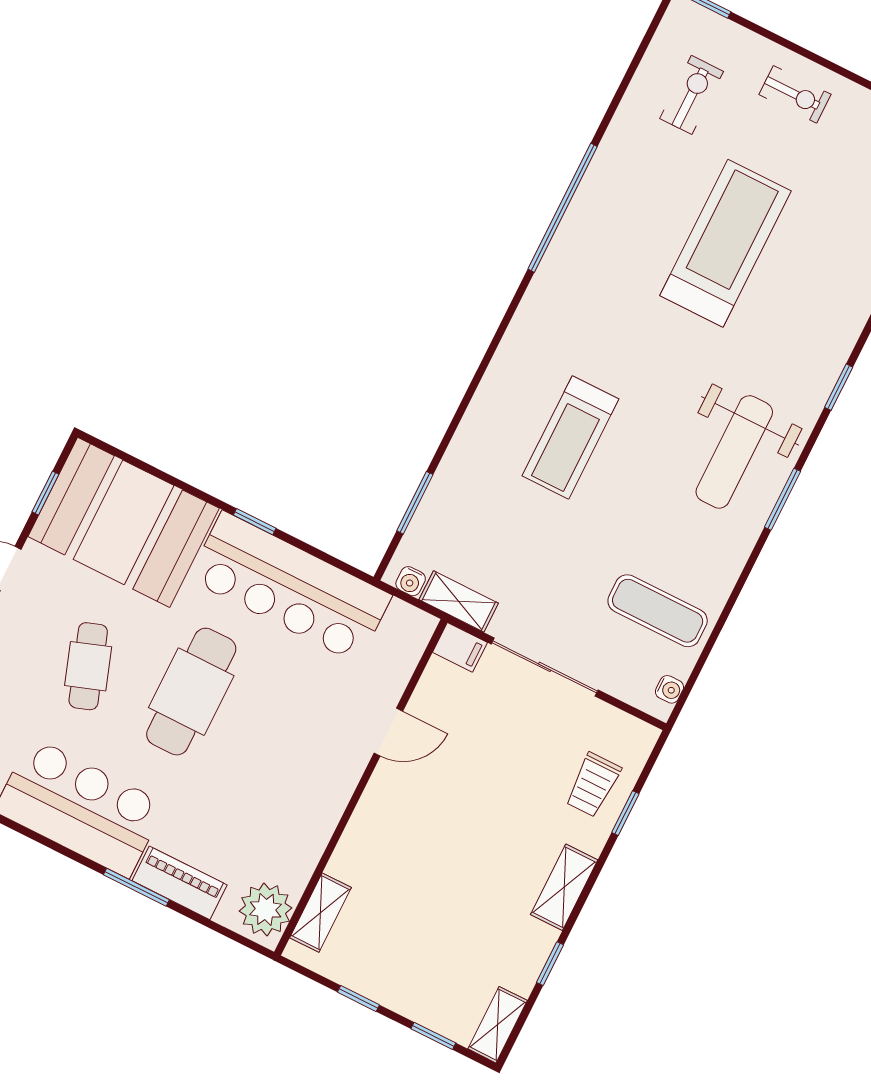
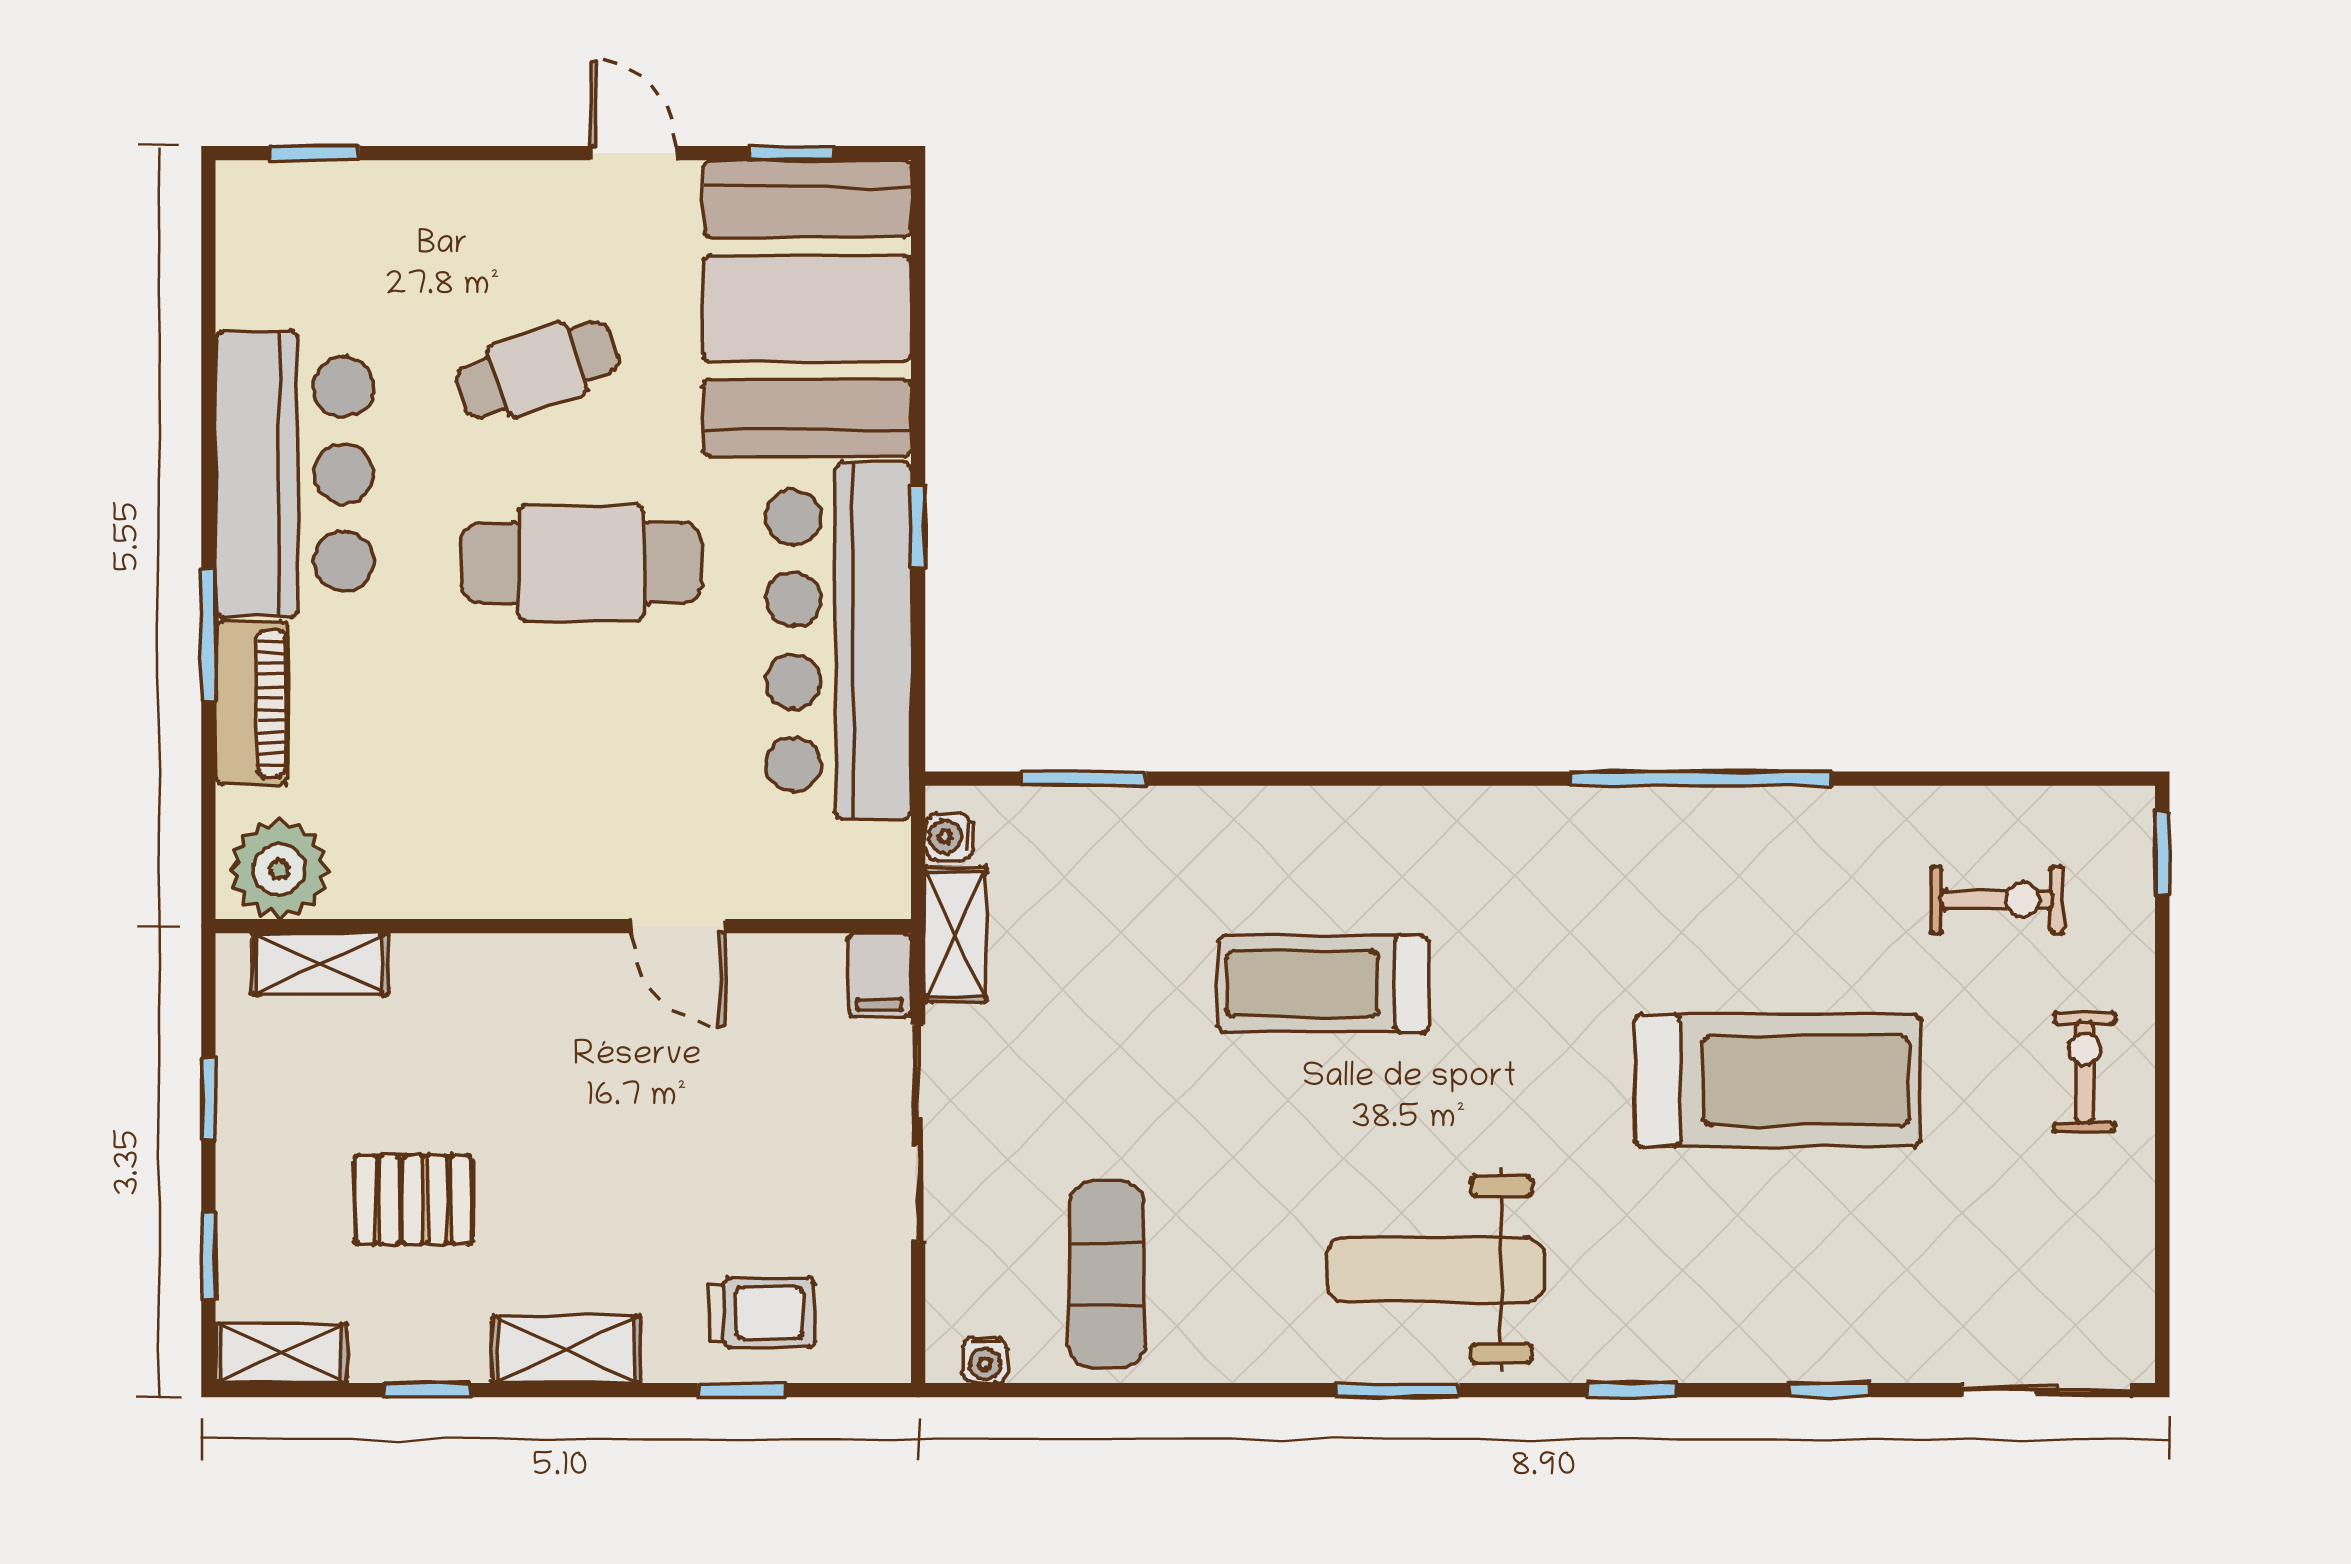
exercise bike: (795, 94) -> (2084, 1072), turned 180
trolley: (593, 785) -> (762, 1312), turned 180
pallet: (456, 925) -> (413, 1200), added

